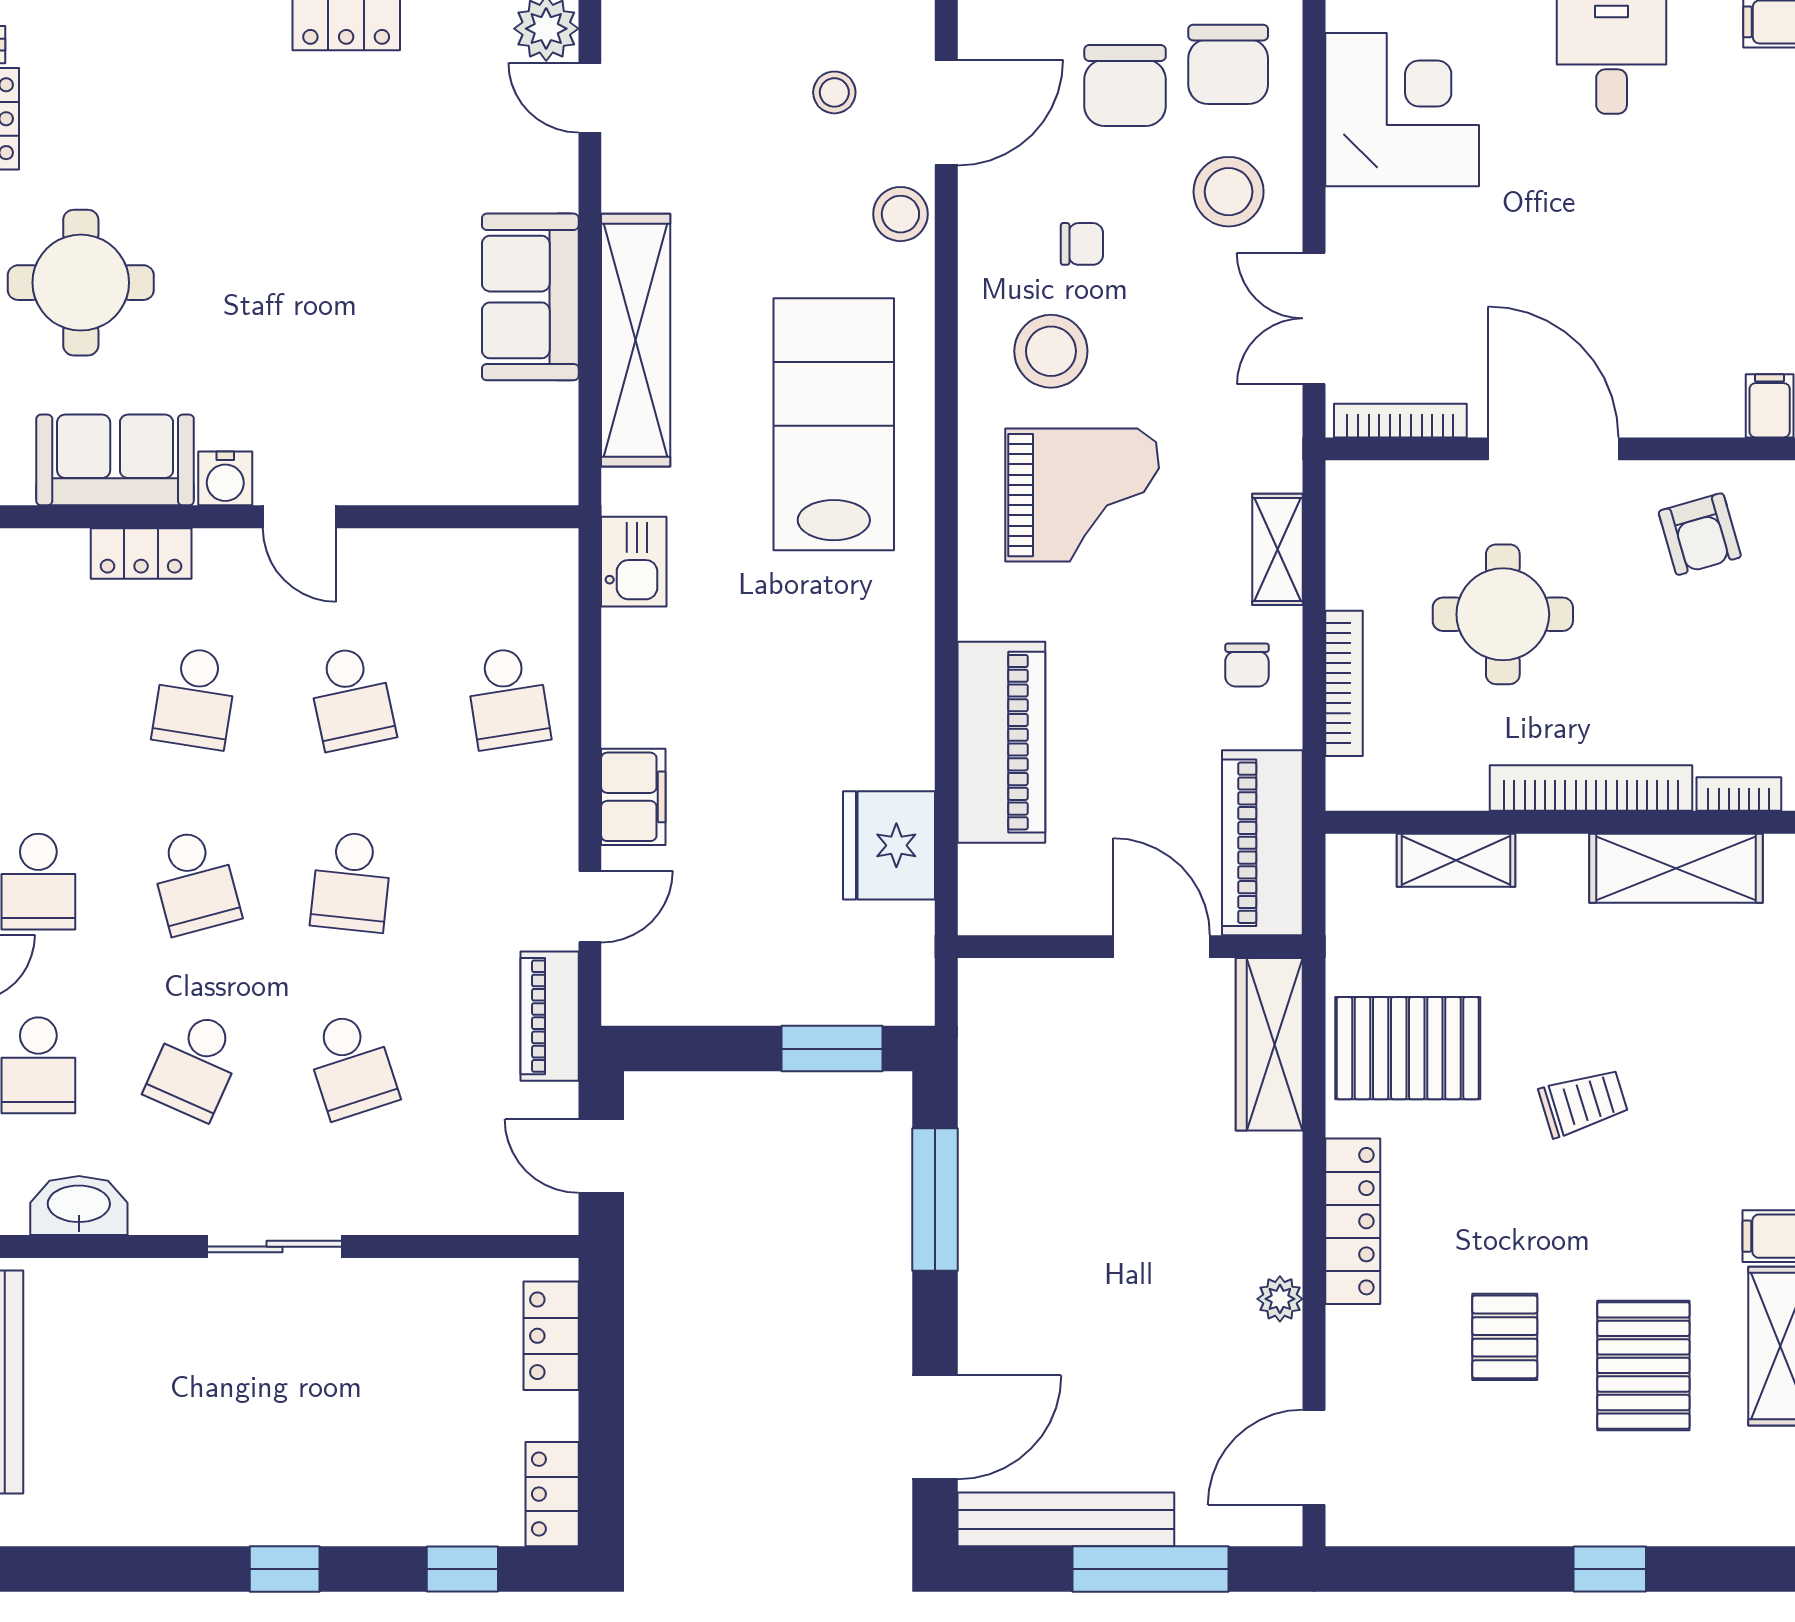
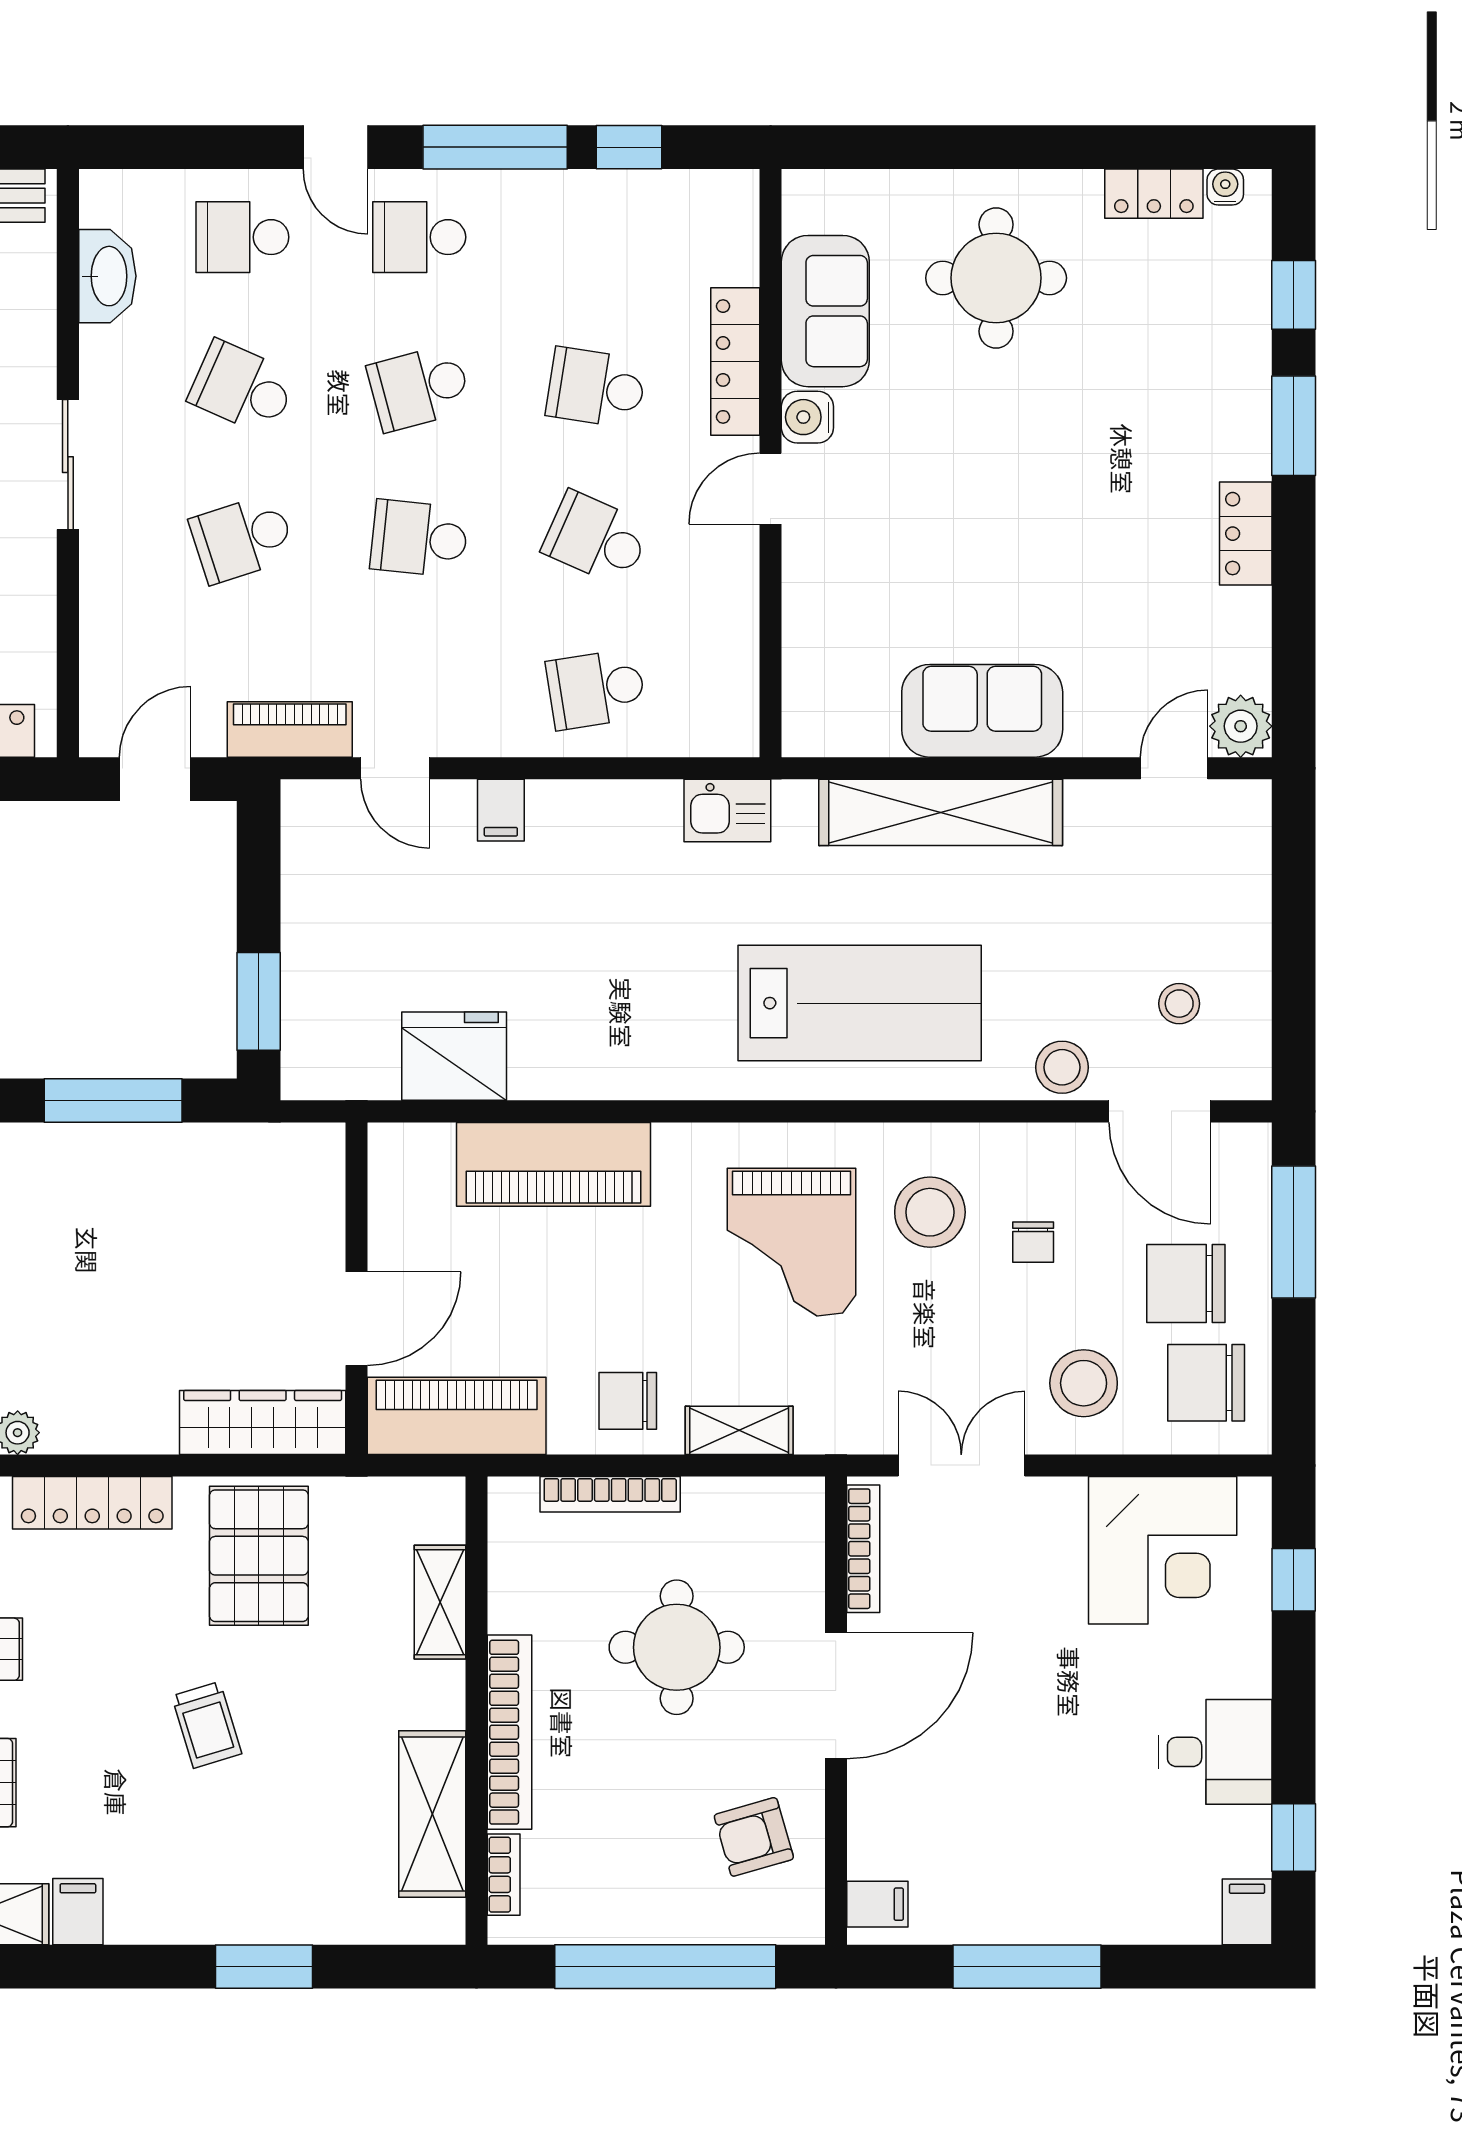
locker: (141, 553) -> (735, 361), width x1.53
chair: (1247, 665) -> (628, 1401), width x1.37, depth x1.37
school desk: (351, 698) -> (596, 538), turned 36
filing cabinet: (633, 797) -> (501, 810), width x0.50

